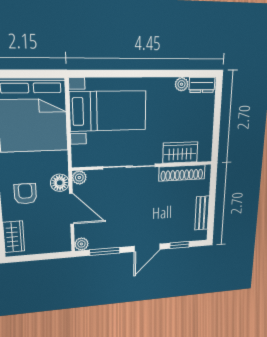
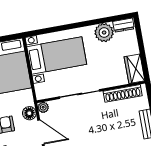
plant: (182, 84) -> (104, 33), width x1.88, depth x1.88
wardrobe: (180, 152) -> (134, 69), moved, turned -90

